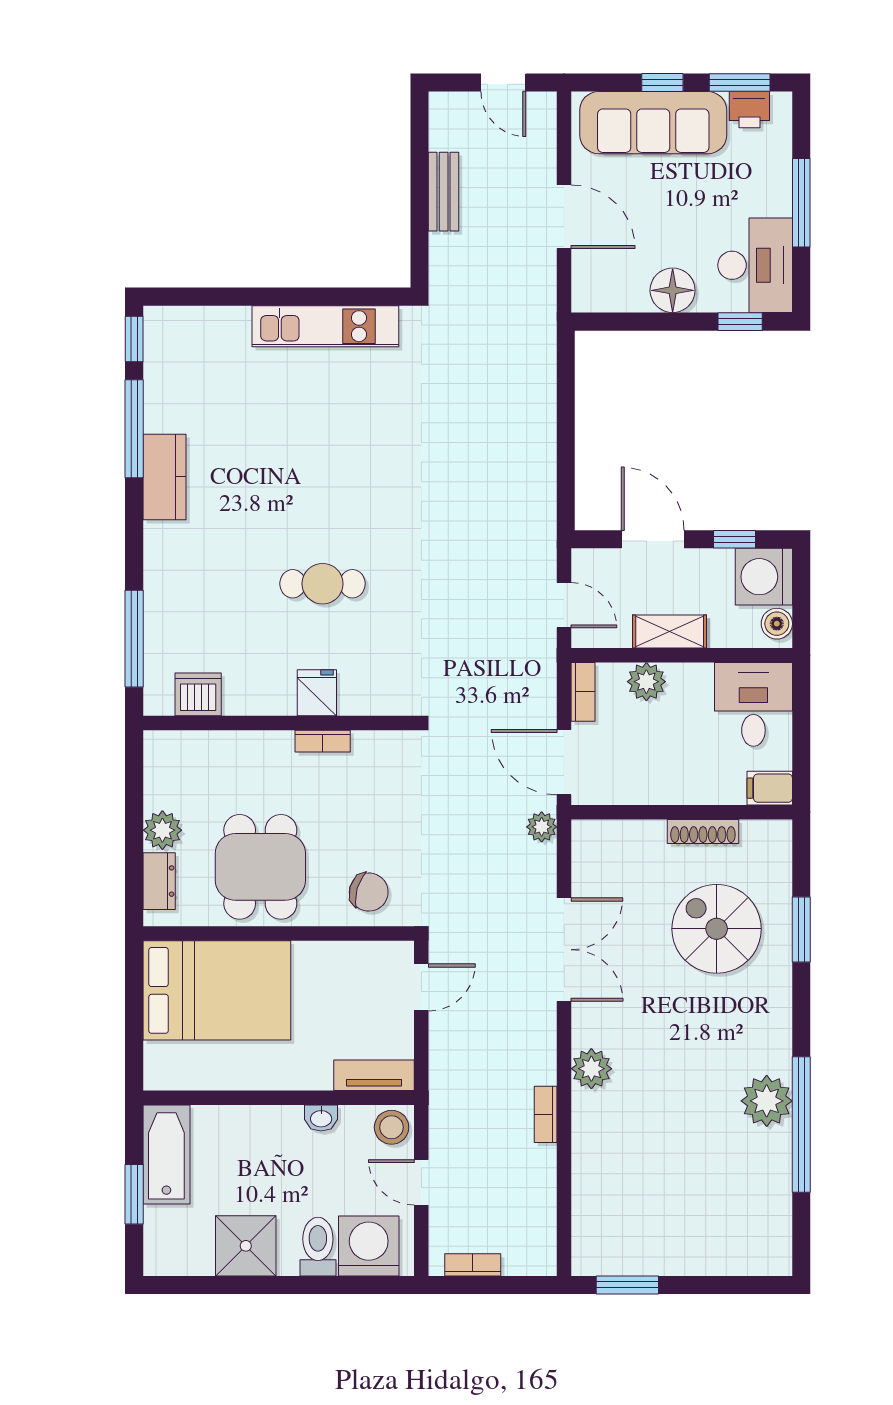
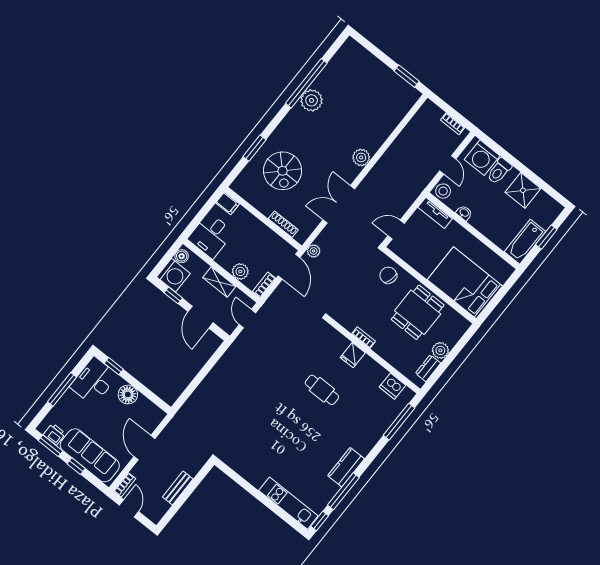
kitchen unit: (325, 326) -> (288, 503), moved
shoe rack: (703, 831) -> (283, 224), moved
dresser: (159, 881) -> (428, 368), moved
bookcase: (546, 1114) -> (125, 485), moved

